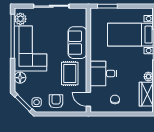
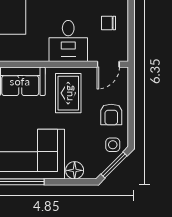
rug: (70, 73) -> (68, 93), turned 90
armchair: (56, 101) -> (111, 115), turned -90

